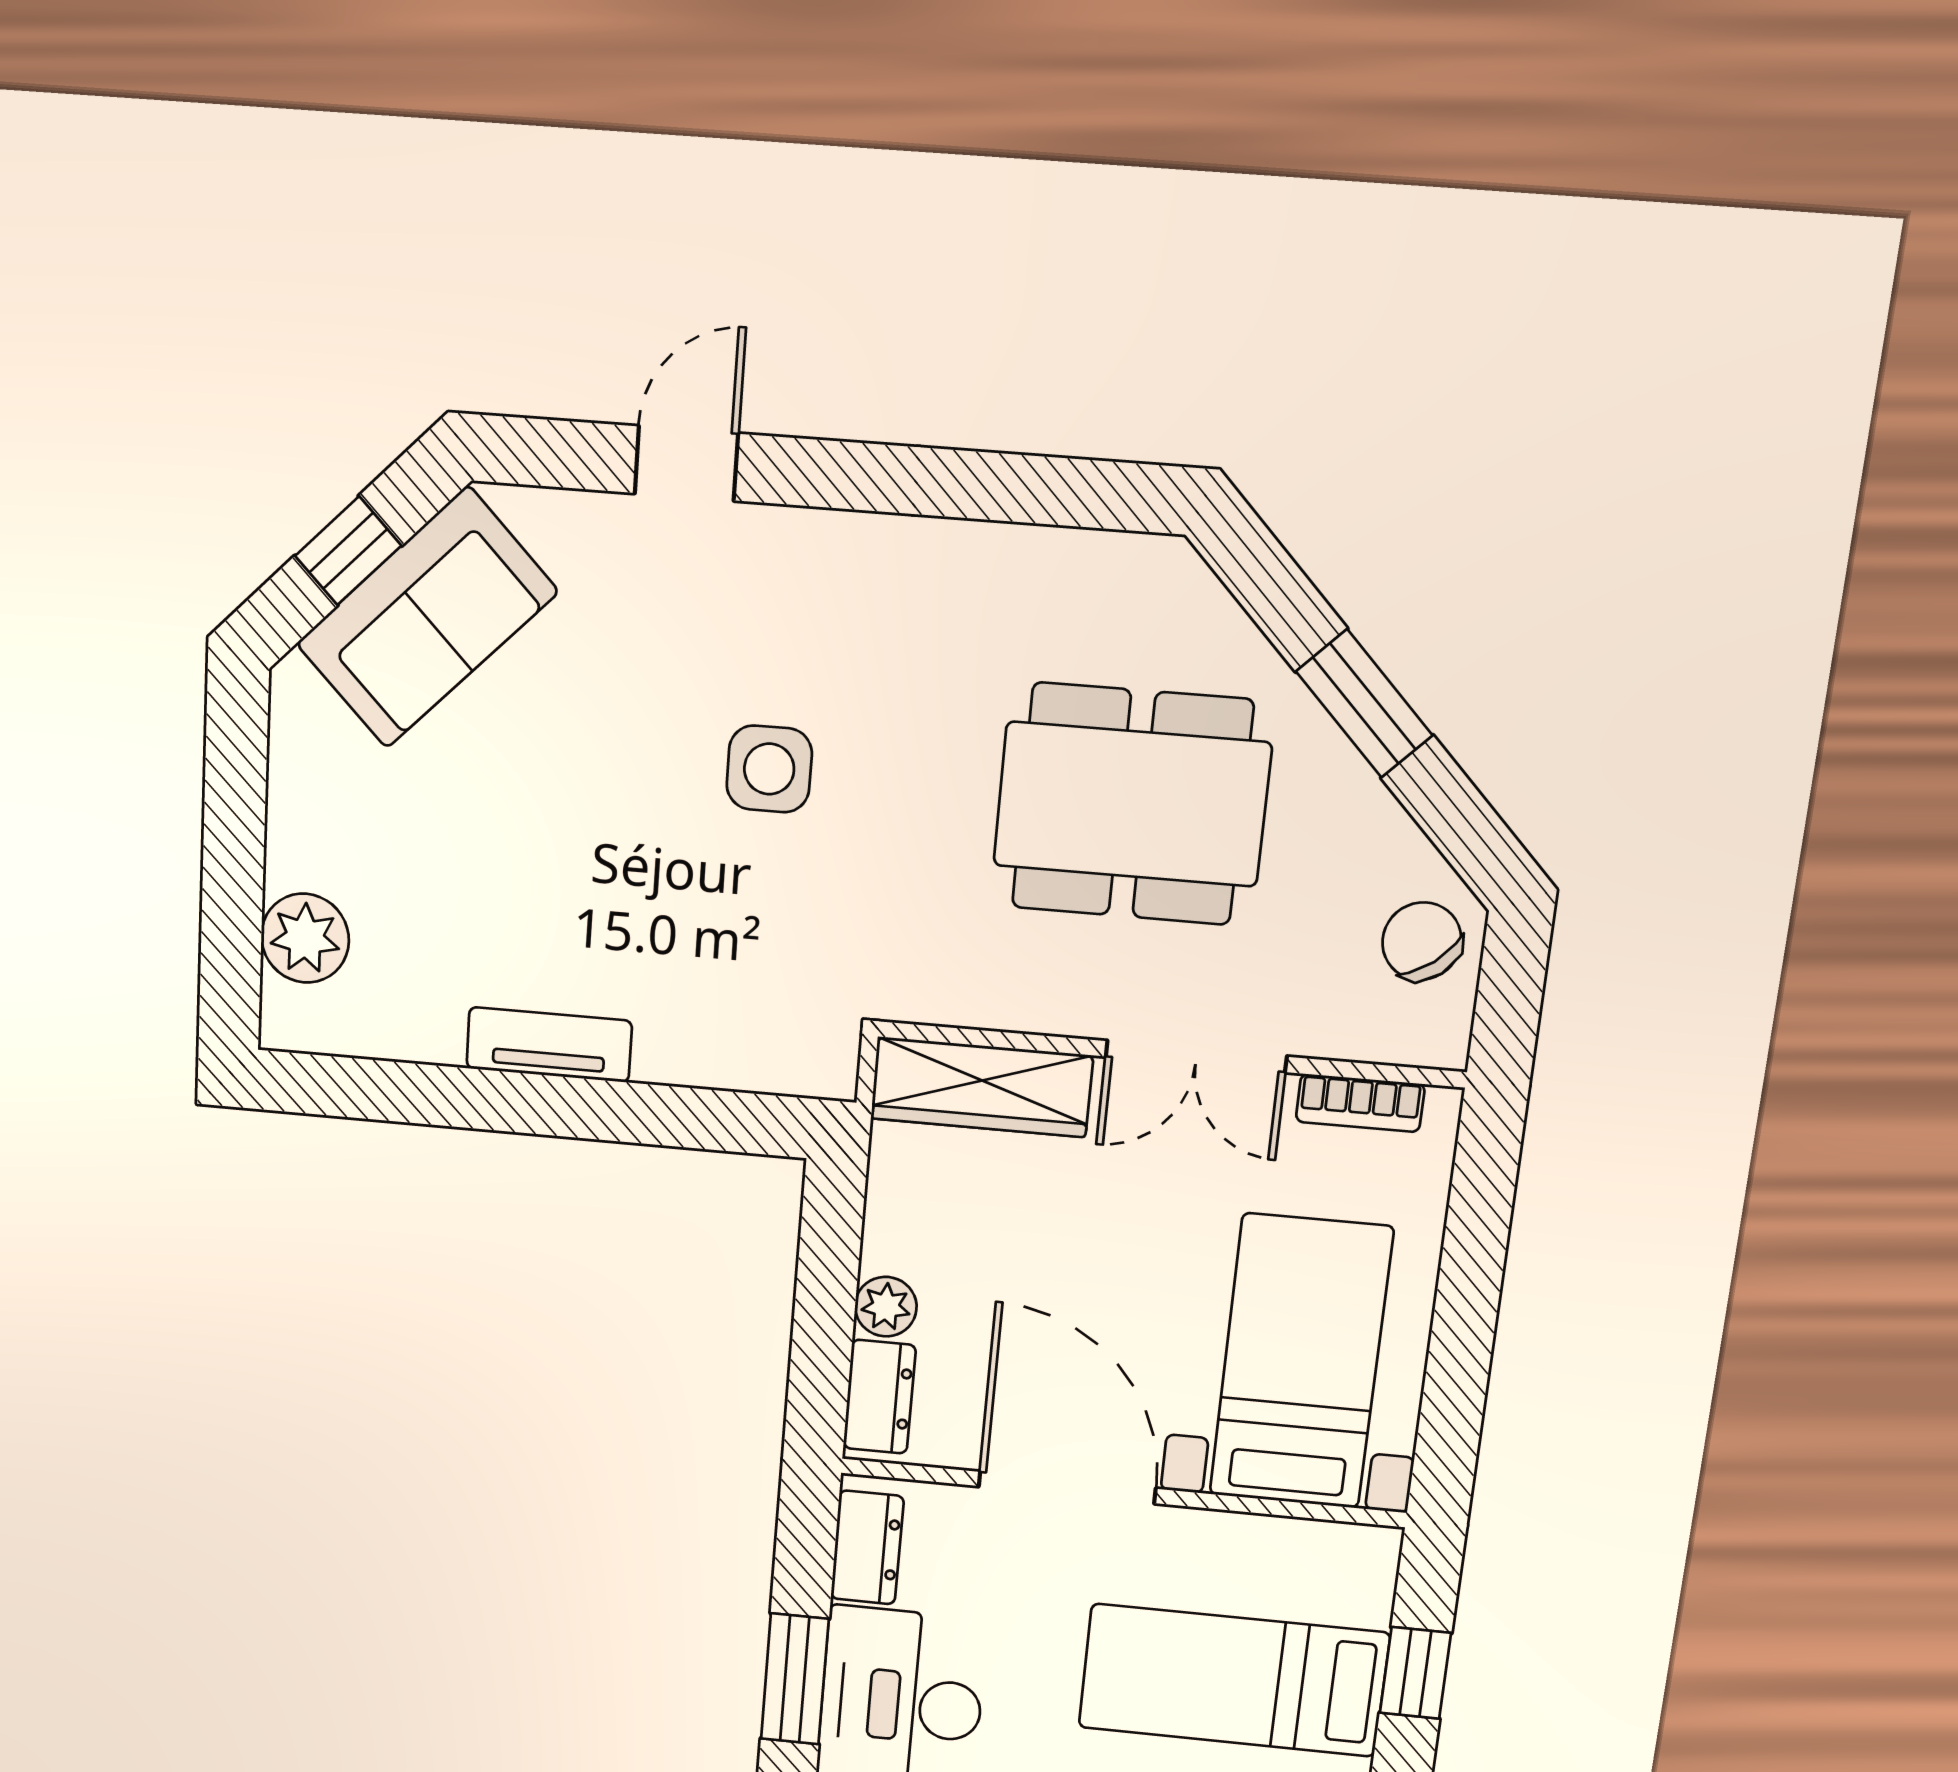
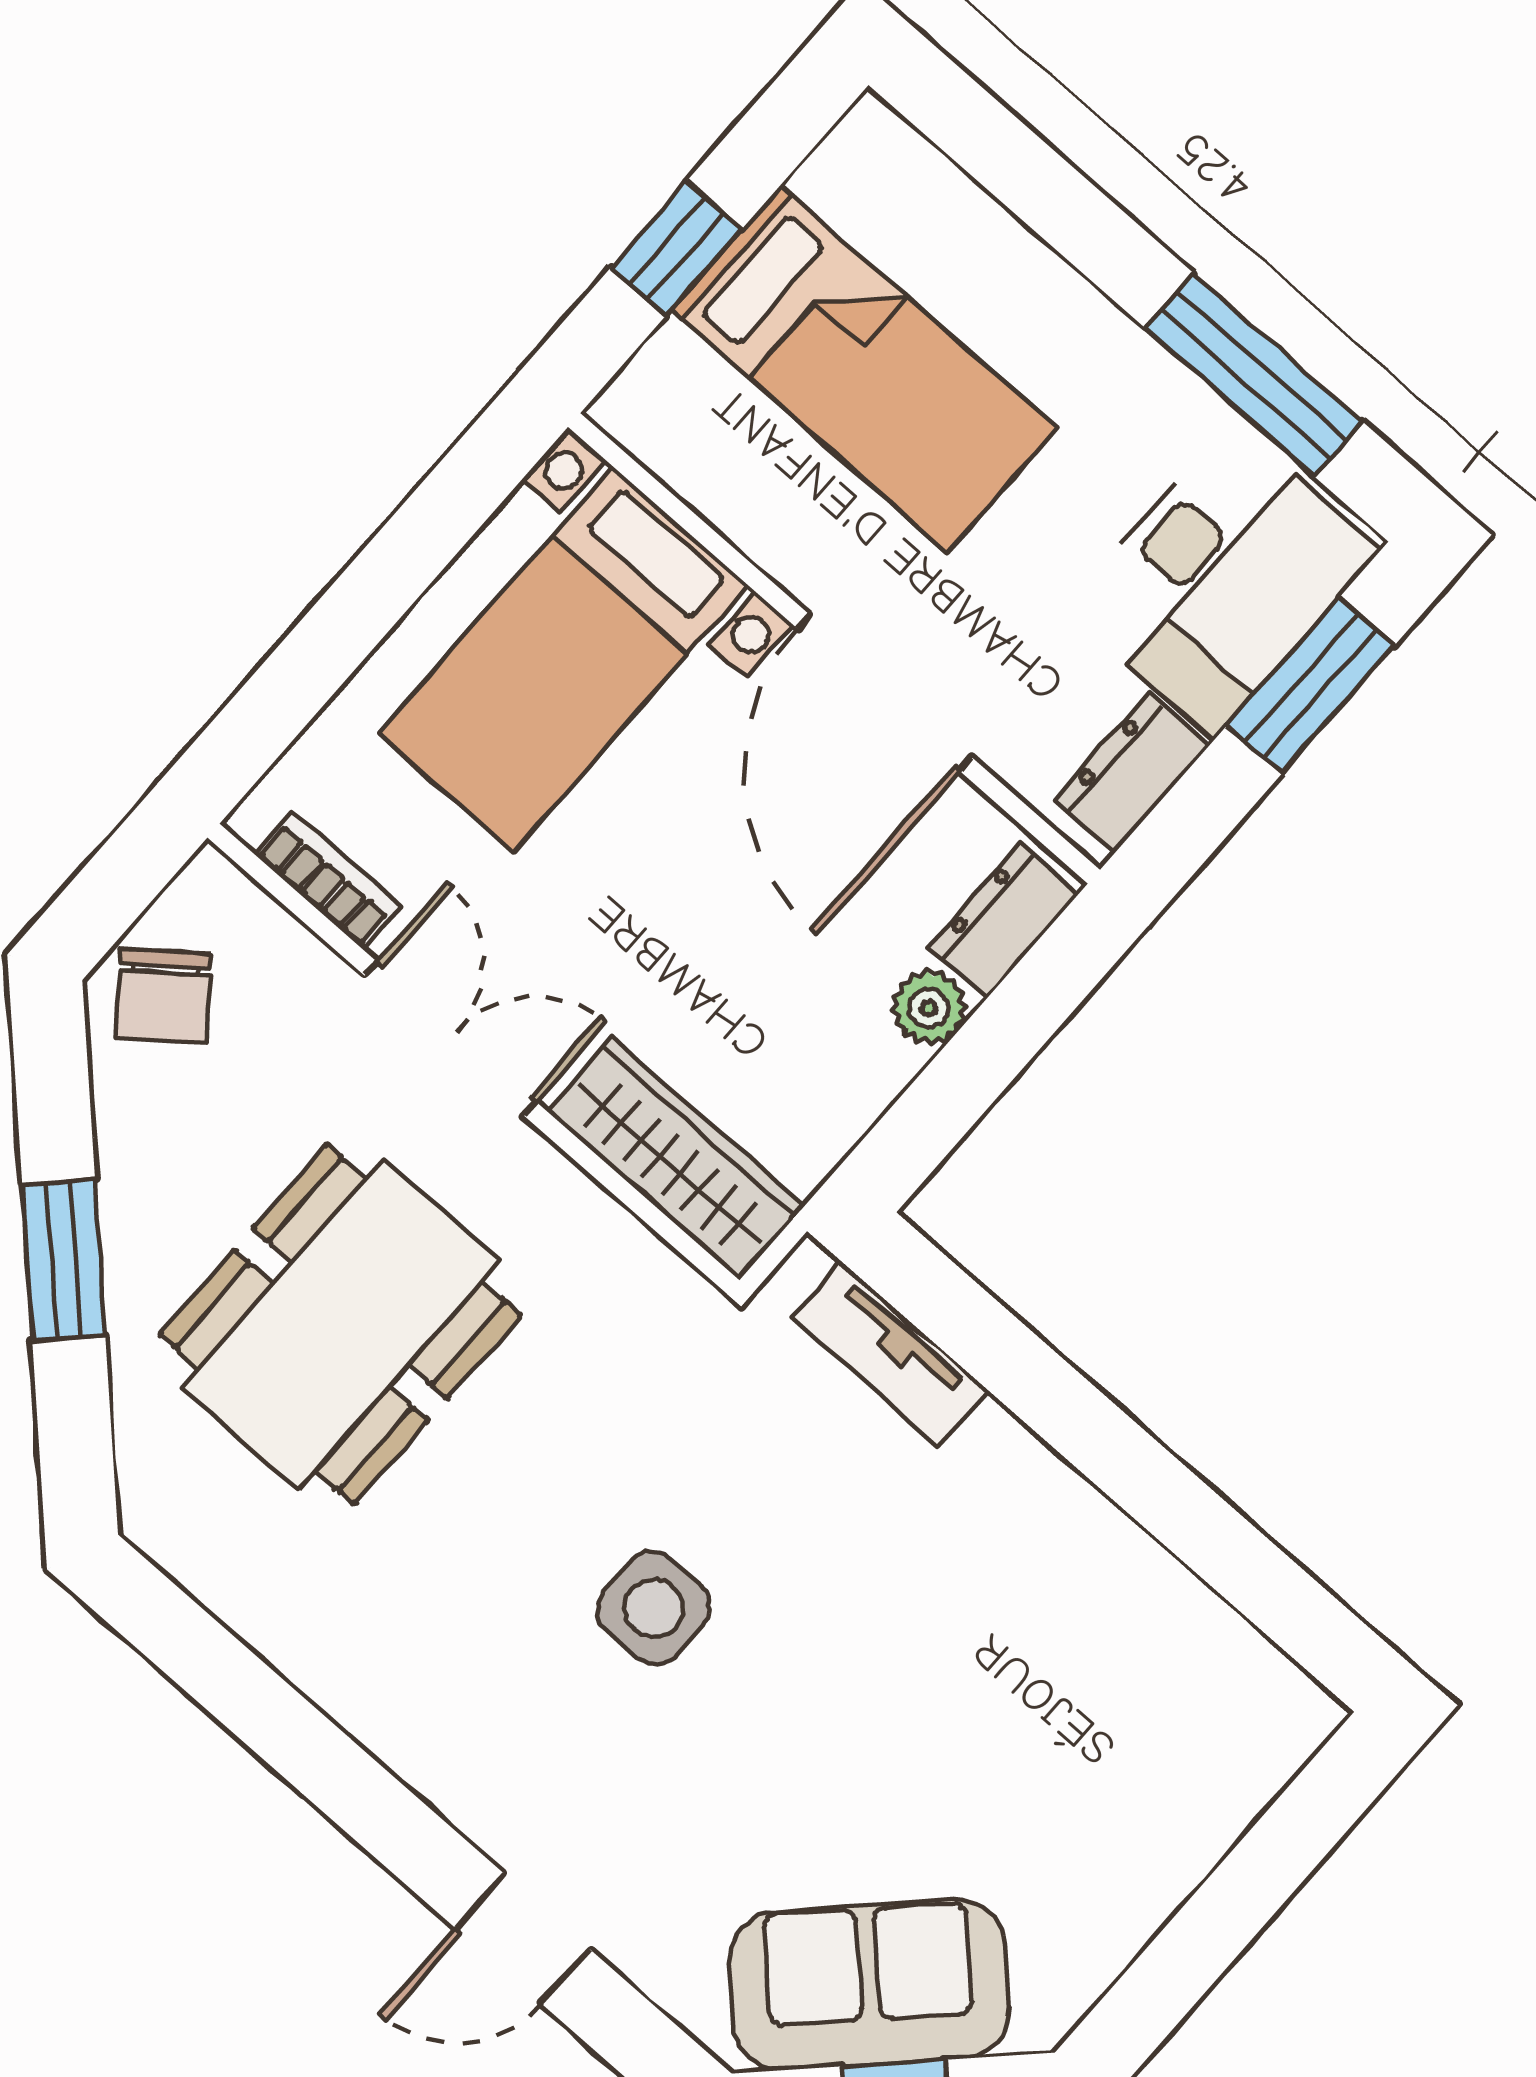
dining table: (1132, 804) -> (340, 1324), turned 90
plant: (305, 938) -> (1222, 1782), removed
tv unit: (549, 1045) -> (890, 1354), moved

